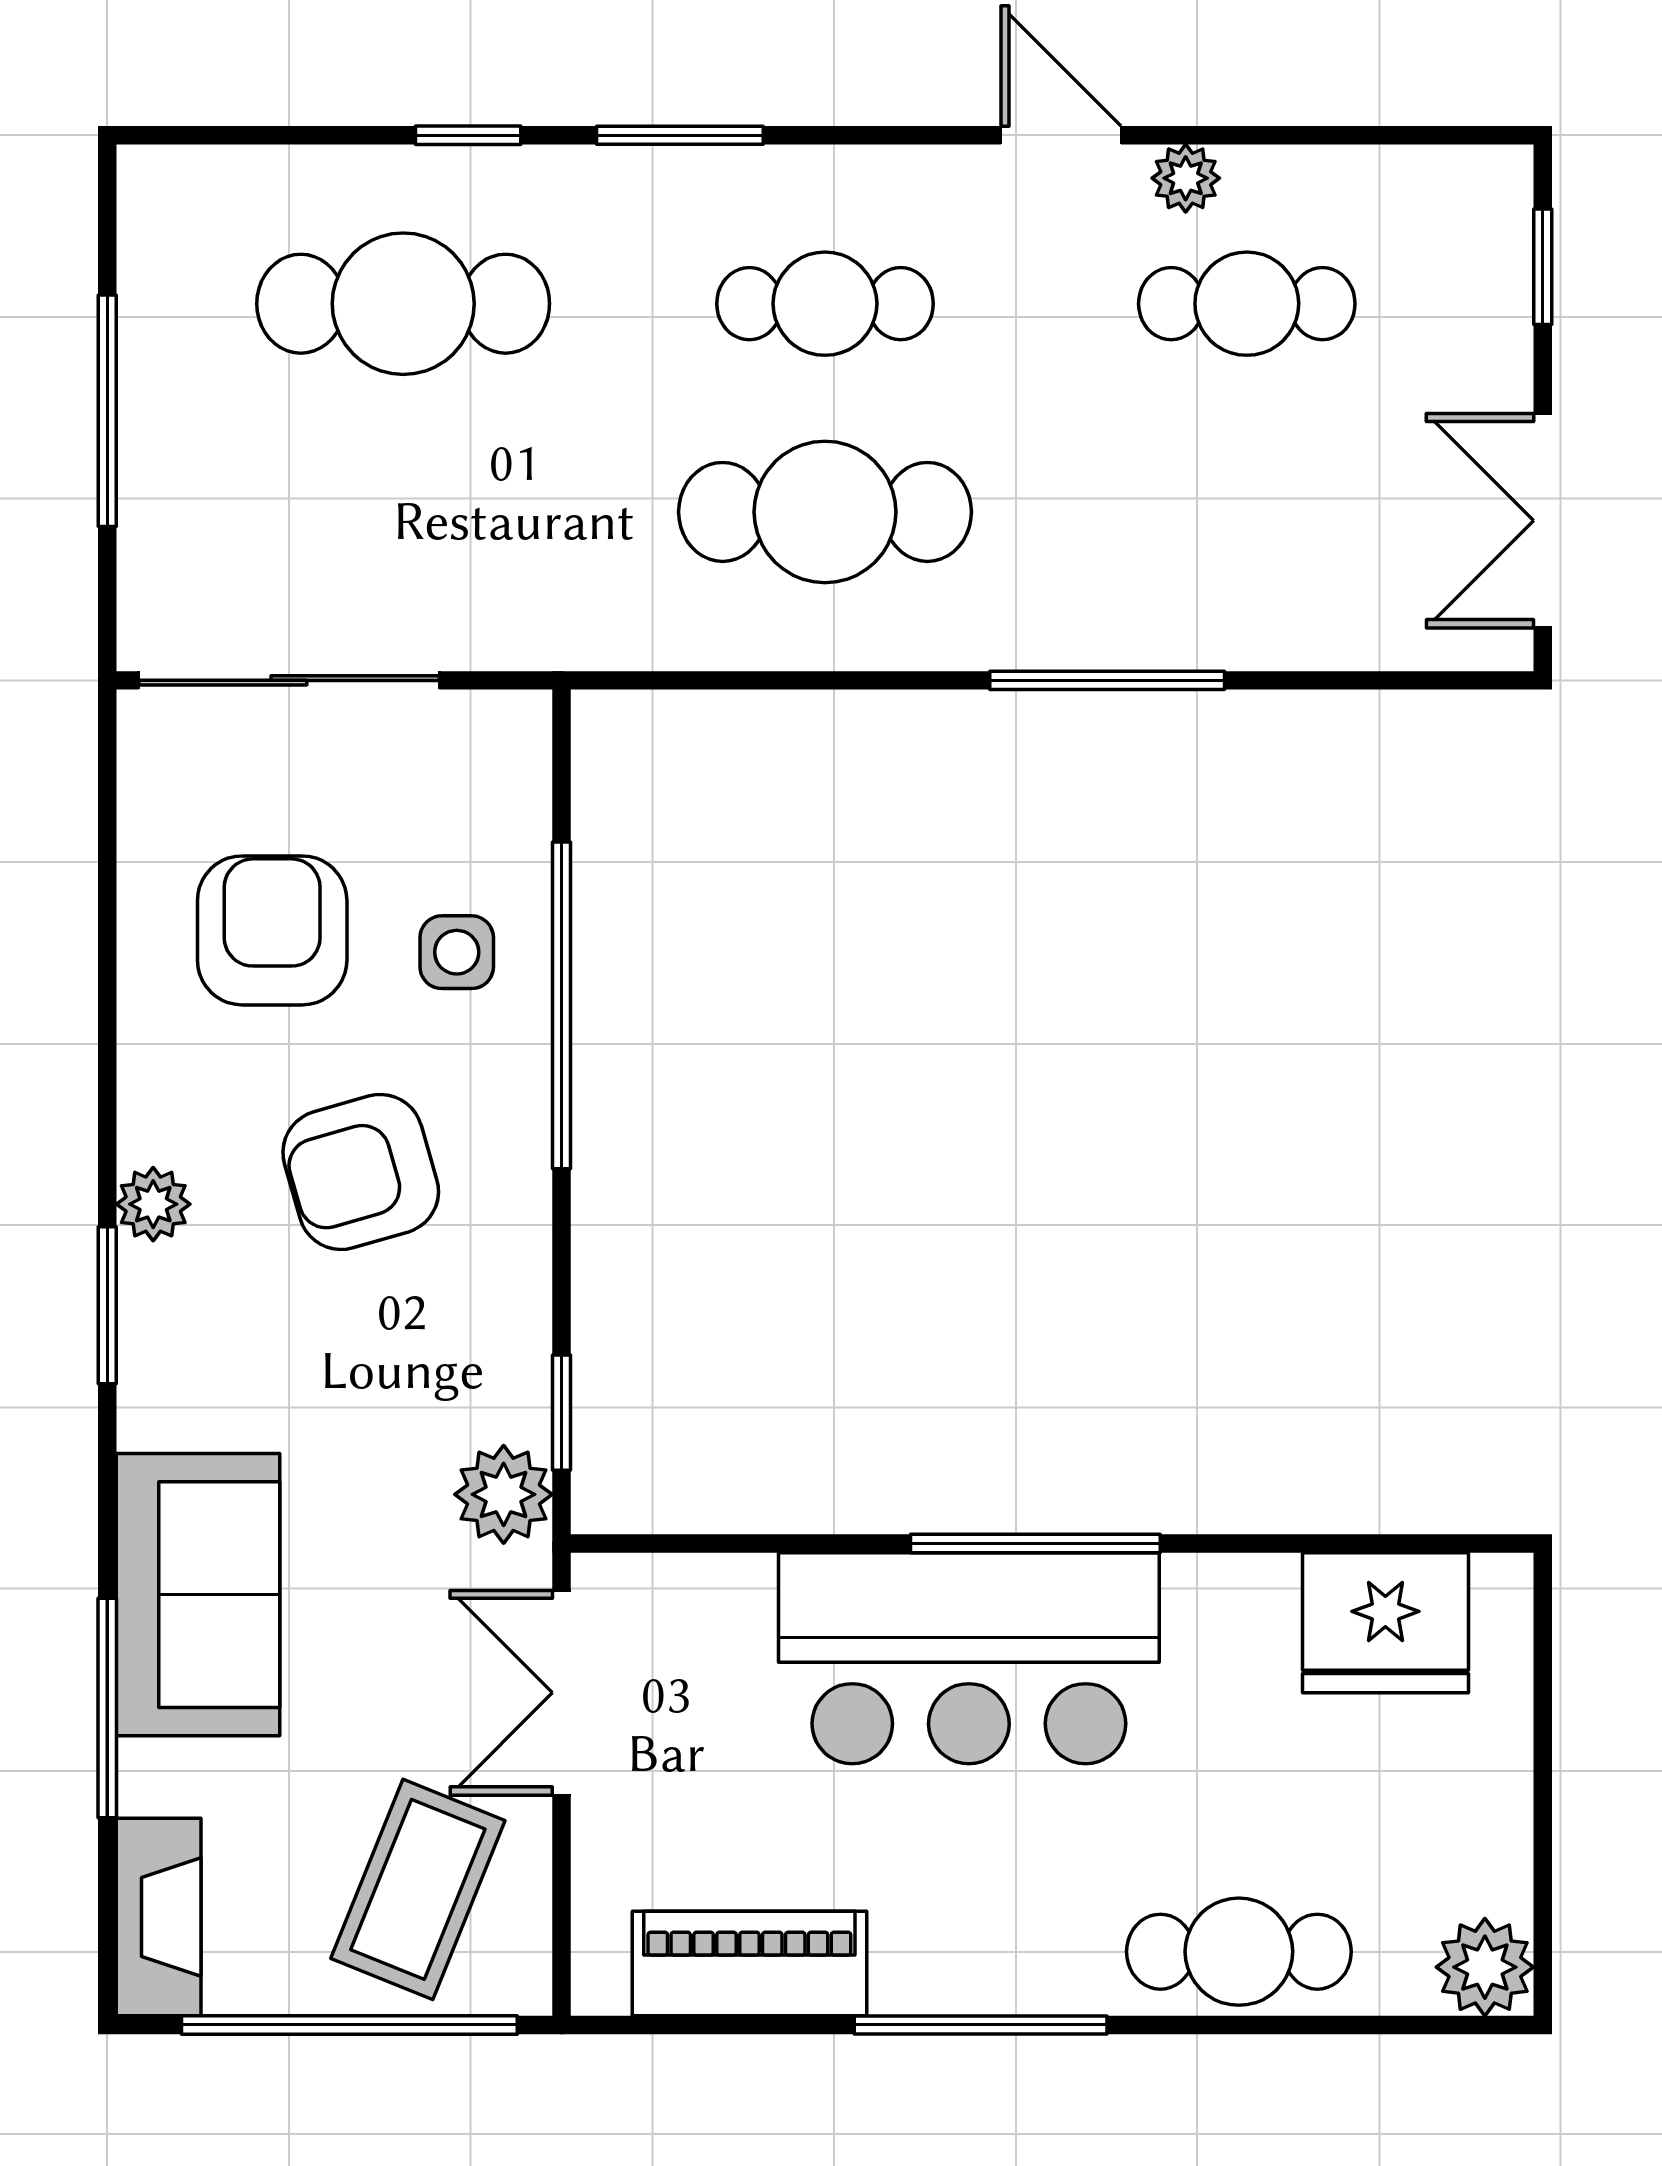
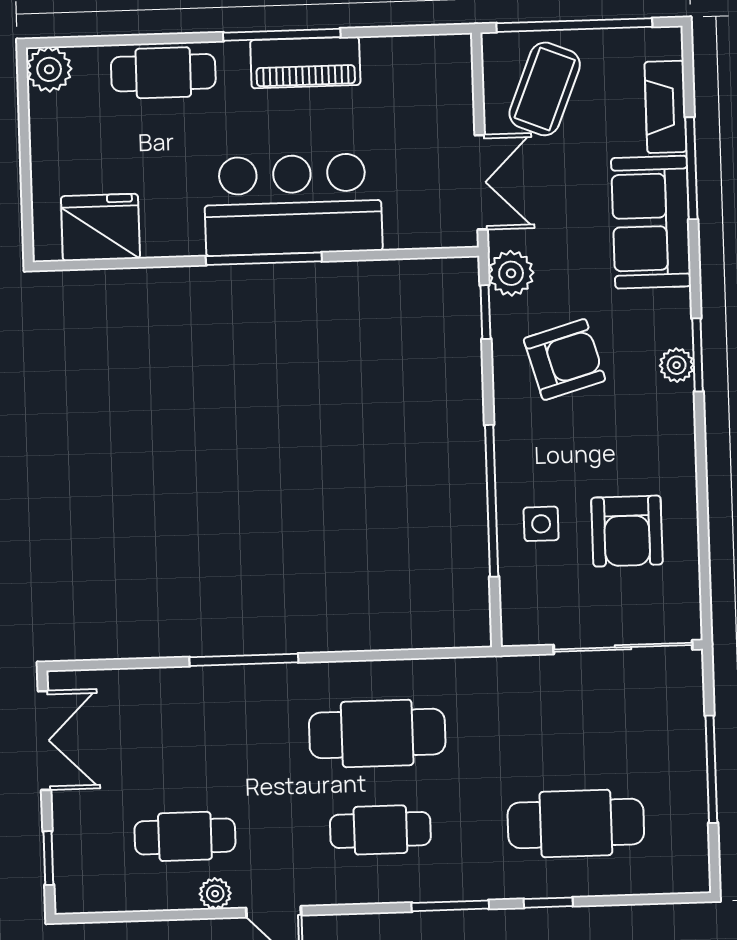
armchair: (361, 1172) -> (564, 360), moved
plant: (153, 1204) -> (677, 365), moved
fireplace: (159, 1917) -> (666, 107), moved
piano: (749, 1963) -> (305, 63), moved

